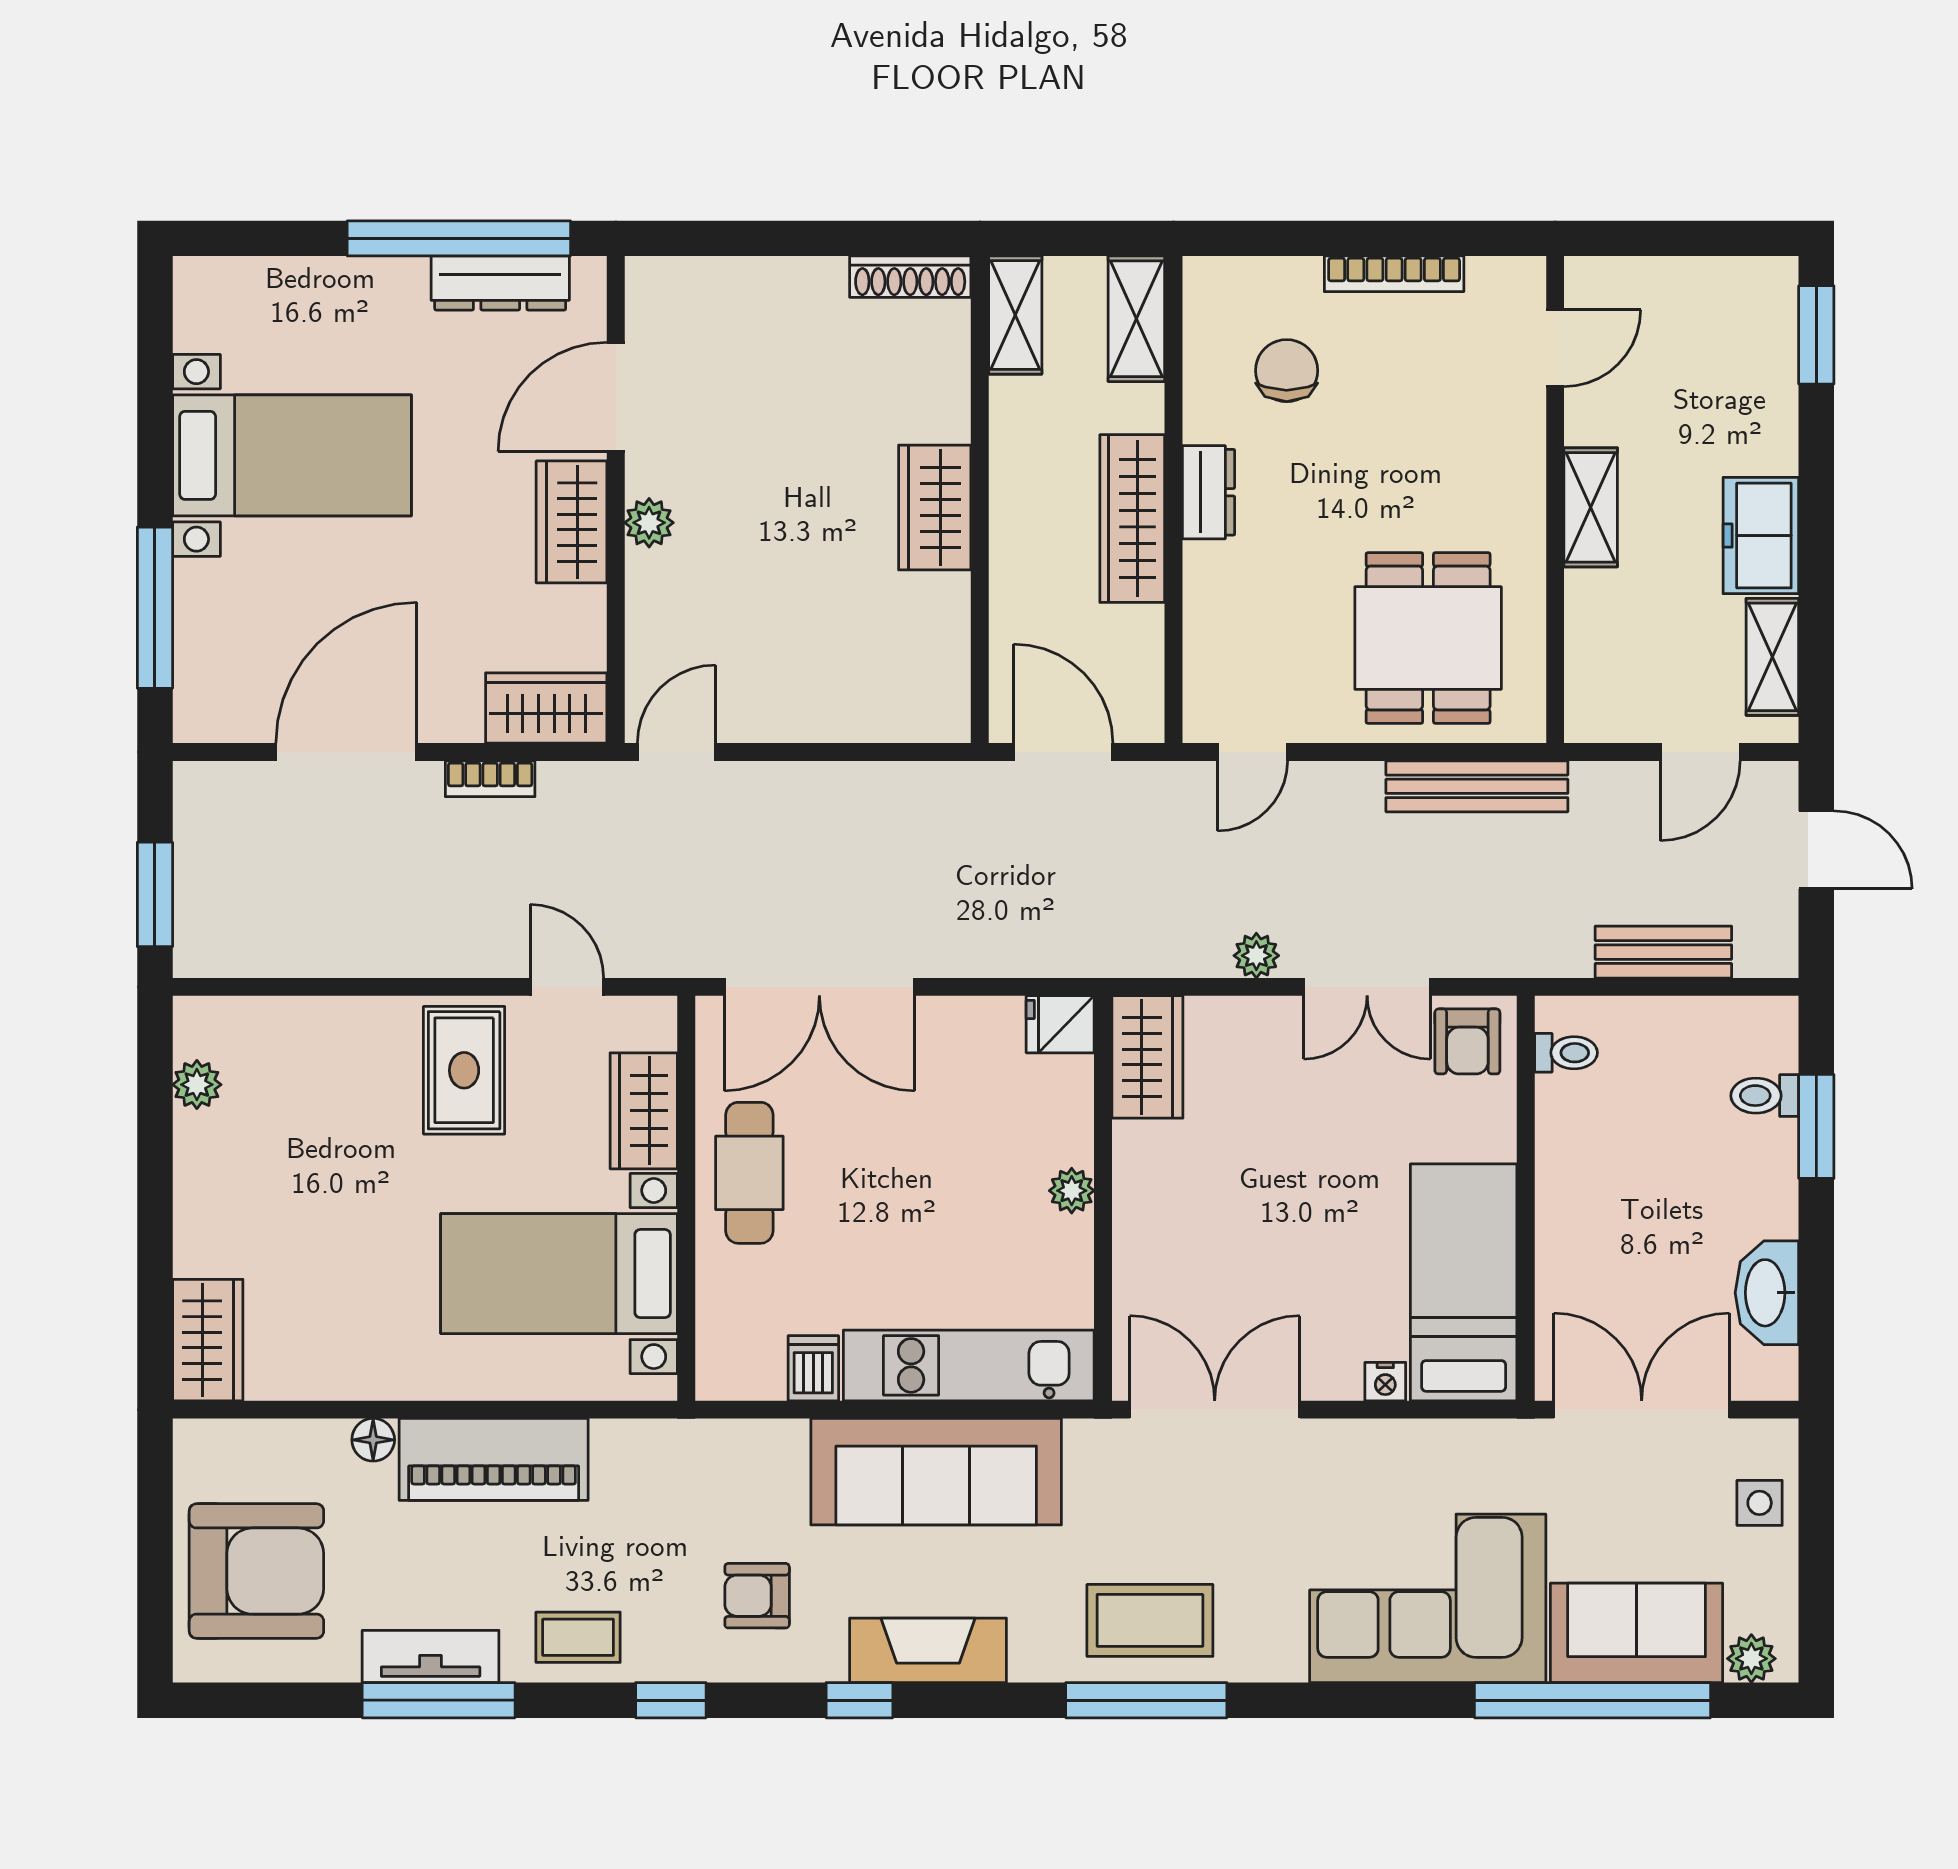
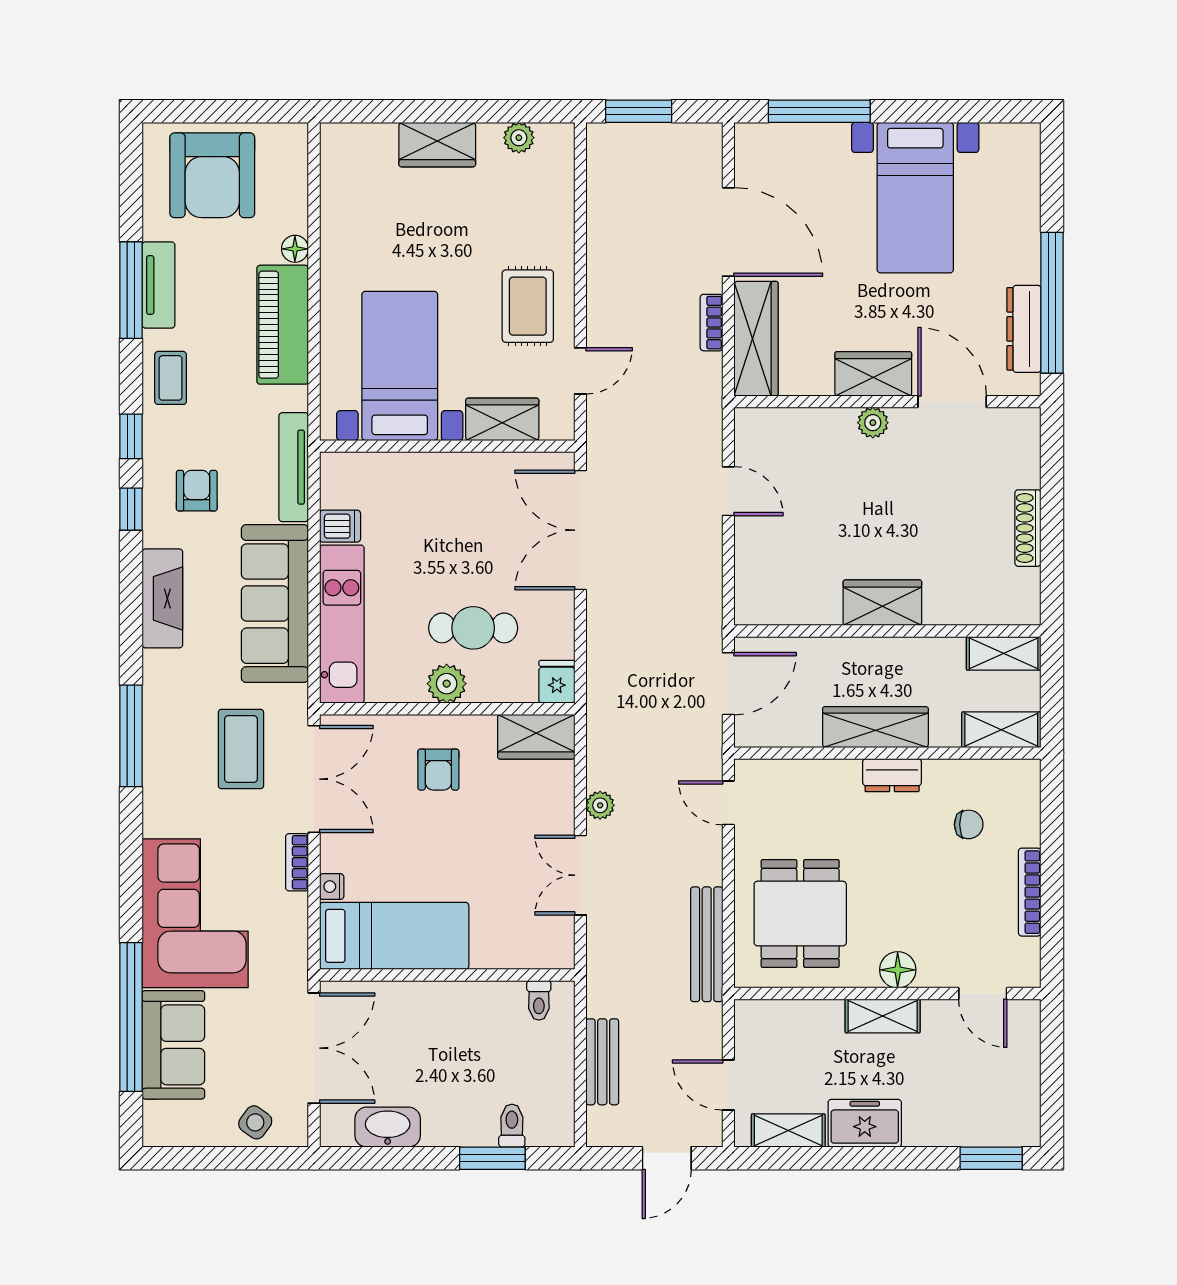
shoe rack: (910, 277) -> (1028, 528), moved
chair: (1287, 371) -> (969, 824), width x0.73, depth x0.73
floor lamp: (1517, 483) -> (898, 970), added
dining table: (1428, 638) -> (800, 914), turned 90
wardrobe: (546, 708) -> (756, 339), width x1.50
door: (676, 752) -> (728, 491), moved
armchair: (1467, 1041) -> (438, 770), moved, turned -90
rug: (464, 1070) -> (528, 306), turned 90
cafe table: (749, 1173) -> (473, 628), moved
plant: (1072, 1191) -> (447, 684), width x1.38, depth x1.38
wardrobe: (208, 1340) -> (437, 145), moved
bookcase: (1347, 1437) -> (297, 862), added
tv unit: (720, 1442) -> (294, 467), added
side table: (1760, 1503) -> (255, 1122), turned 36
coffee table: (1150, 1620) -> (241, 749), moved
plant: (1751, 1659) -> (157, 1117), removed
window: (859, 1700) -> (131, 509), moved

